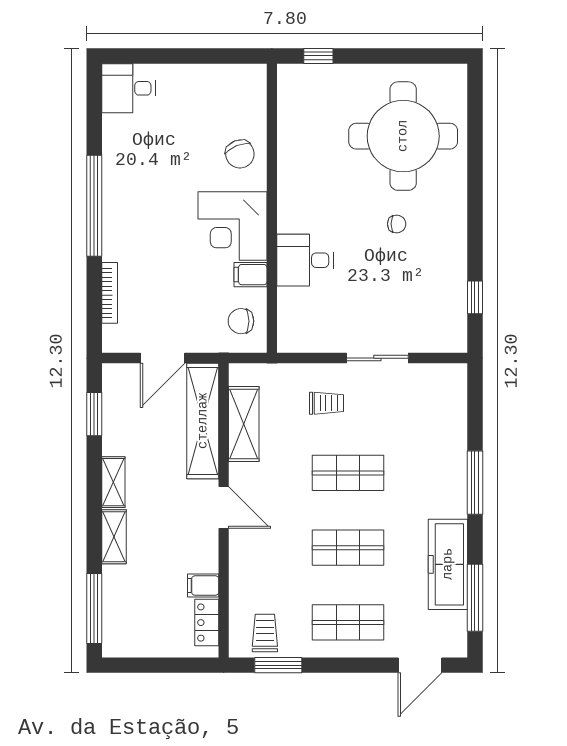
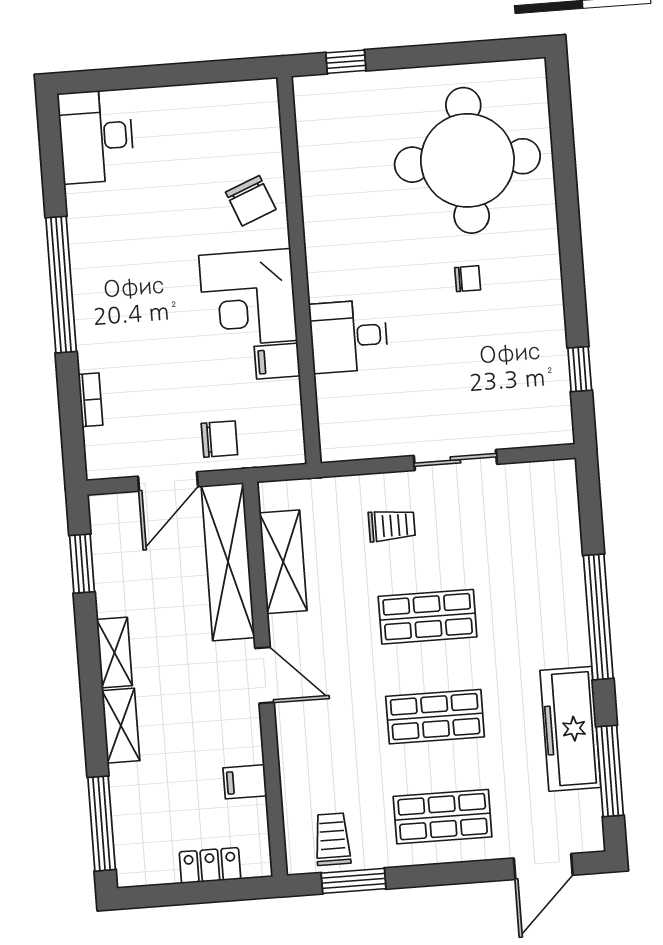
desk: (128, 88) -> (96, 136), width x1.37
bookcase: (110, 293) -> (90, 400), width x0.64
chair: (241, 321) -> (219, 439), moved, turned 180
window: (475, 483) -> (598, 617), width x1.46
locker: (207, 623) -> (210, 865), moved, turned 90

